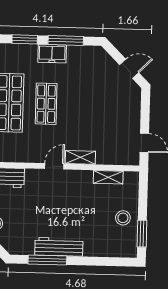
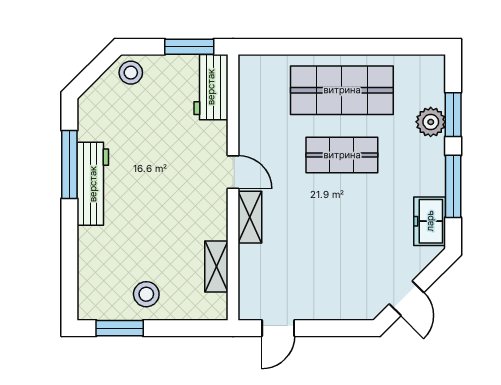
plant: (29, 52) -> (431, 122), added
freezer: (52, 54) -> (430, 221), moved

